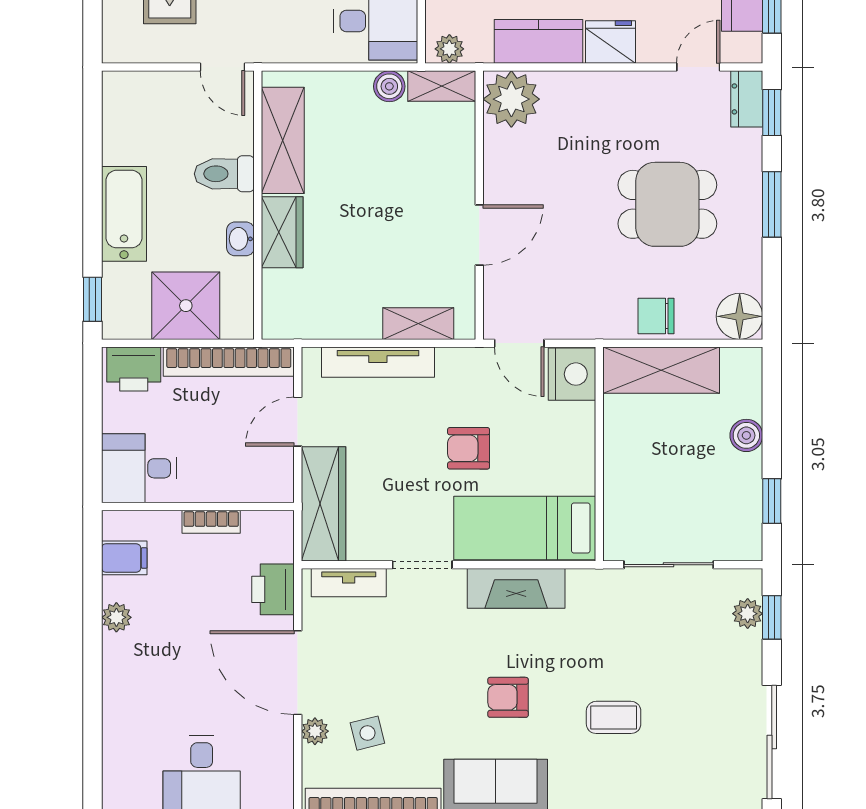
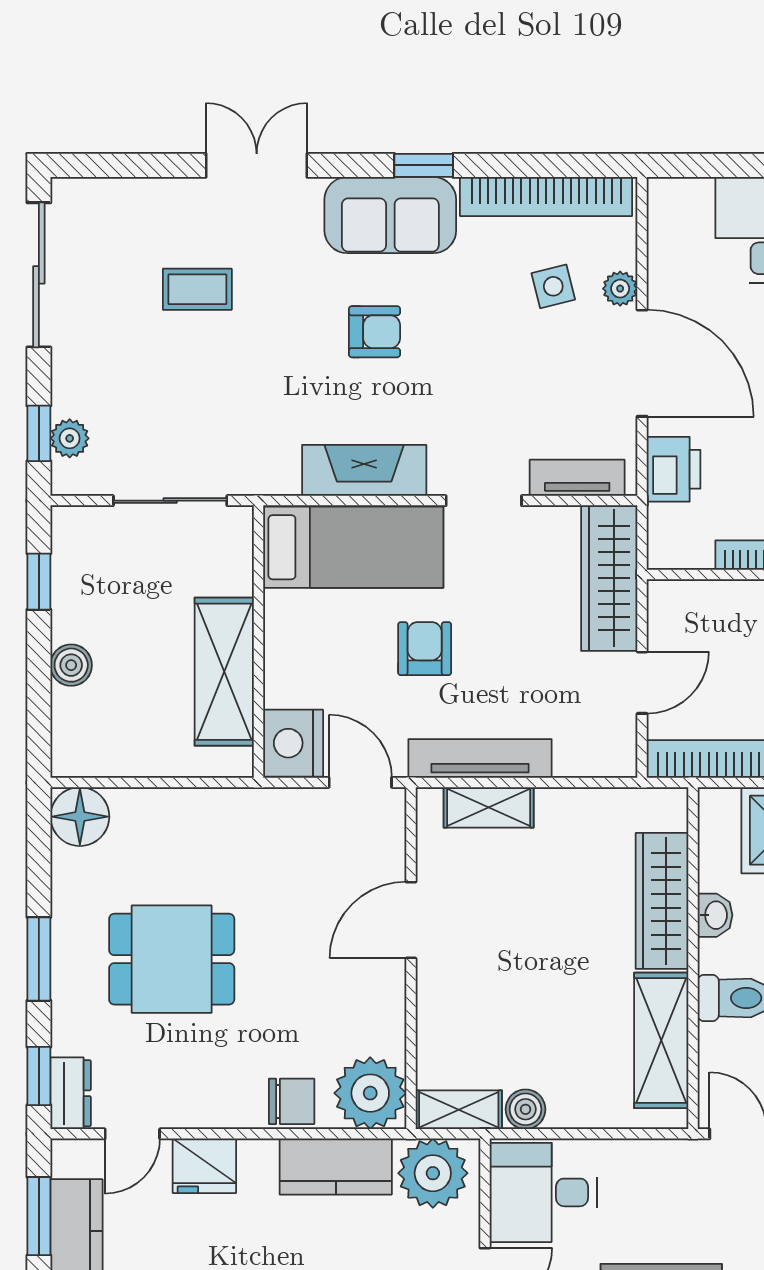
fridge: (610, 42) -> (204, 1166), moved
plant: (449, 49) -> (433, 1173), width x1.88, depth x1.88
wardrobe: (282, 232) -> (662, 901), width x1.50
chair: (656, 316) -> (292, 1101), moved
tv unit: (378, 362) -> (480, 758), moved
shelving: (661, 370) -> (224, 672), moved, turned 90
armchair: (469, 448) -> (425, 649), turned -90
coffee table: (614, 717) -> (197, 289), moved

